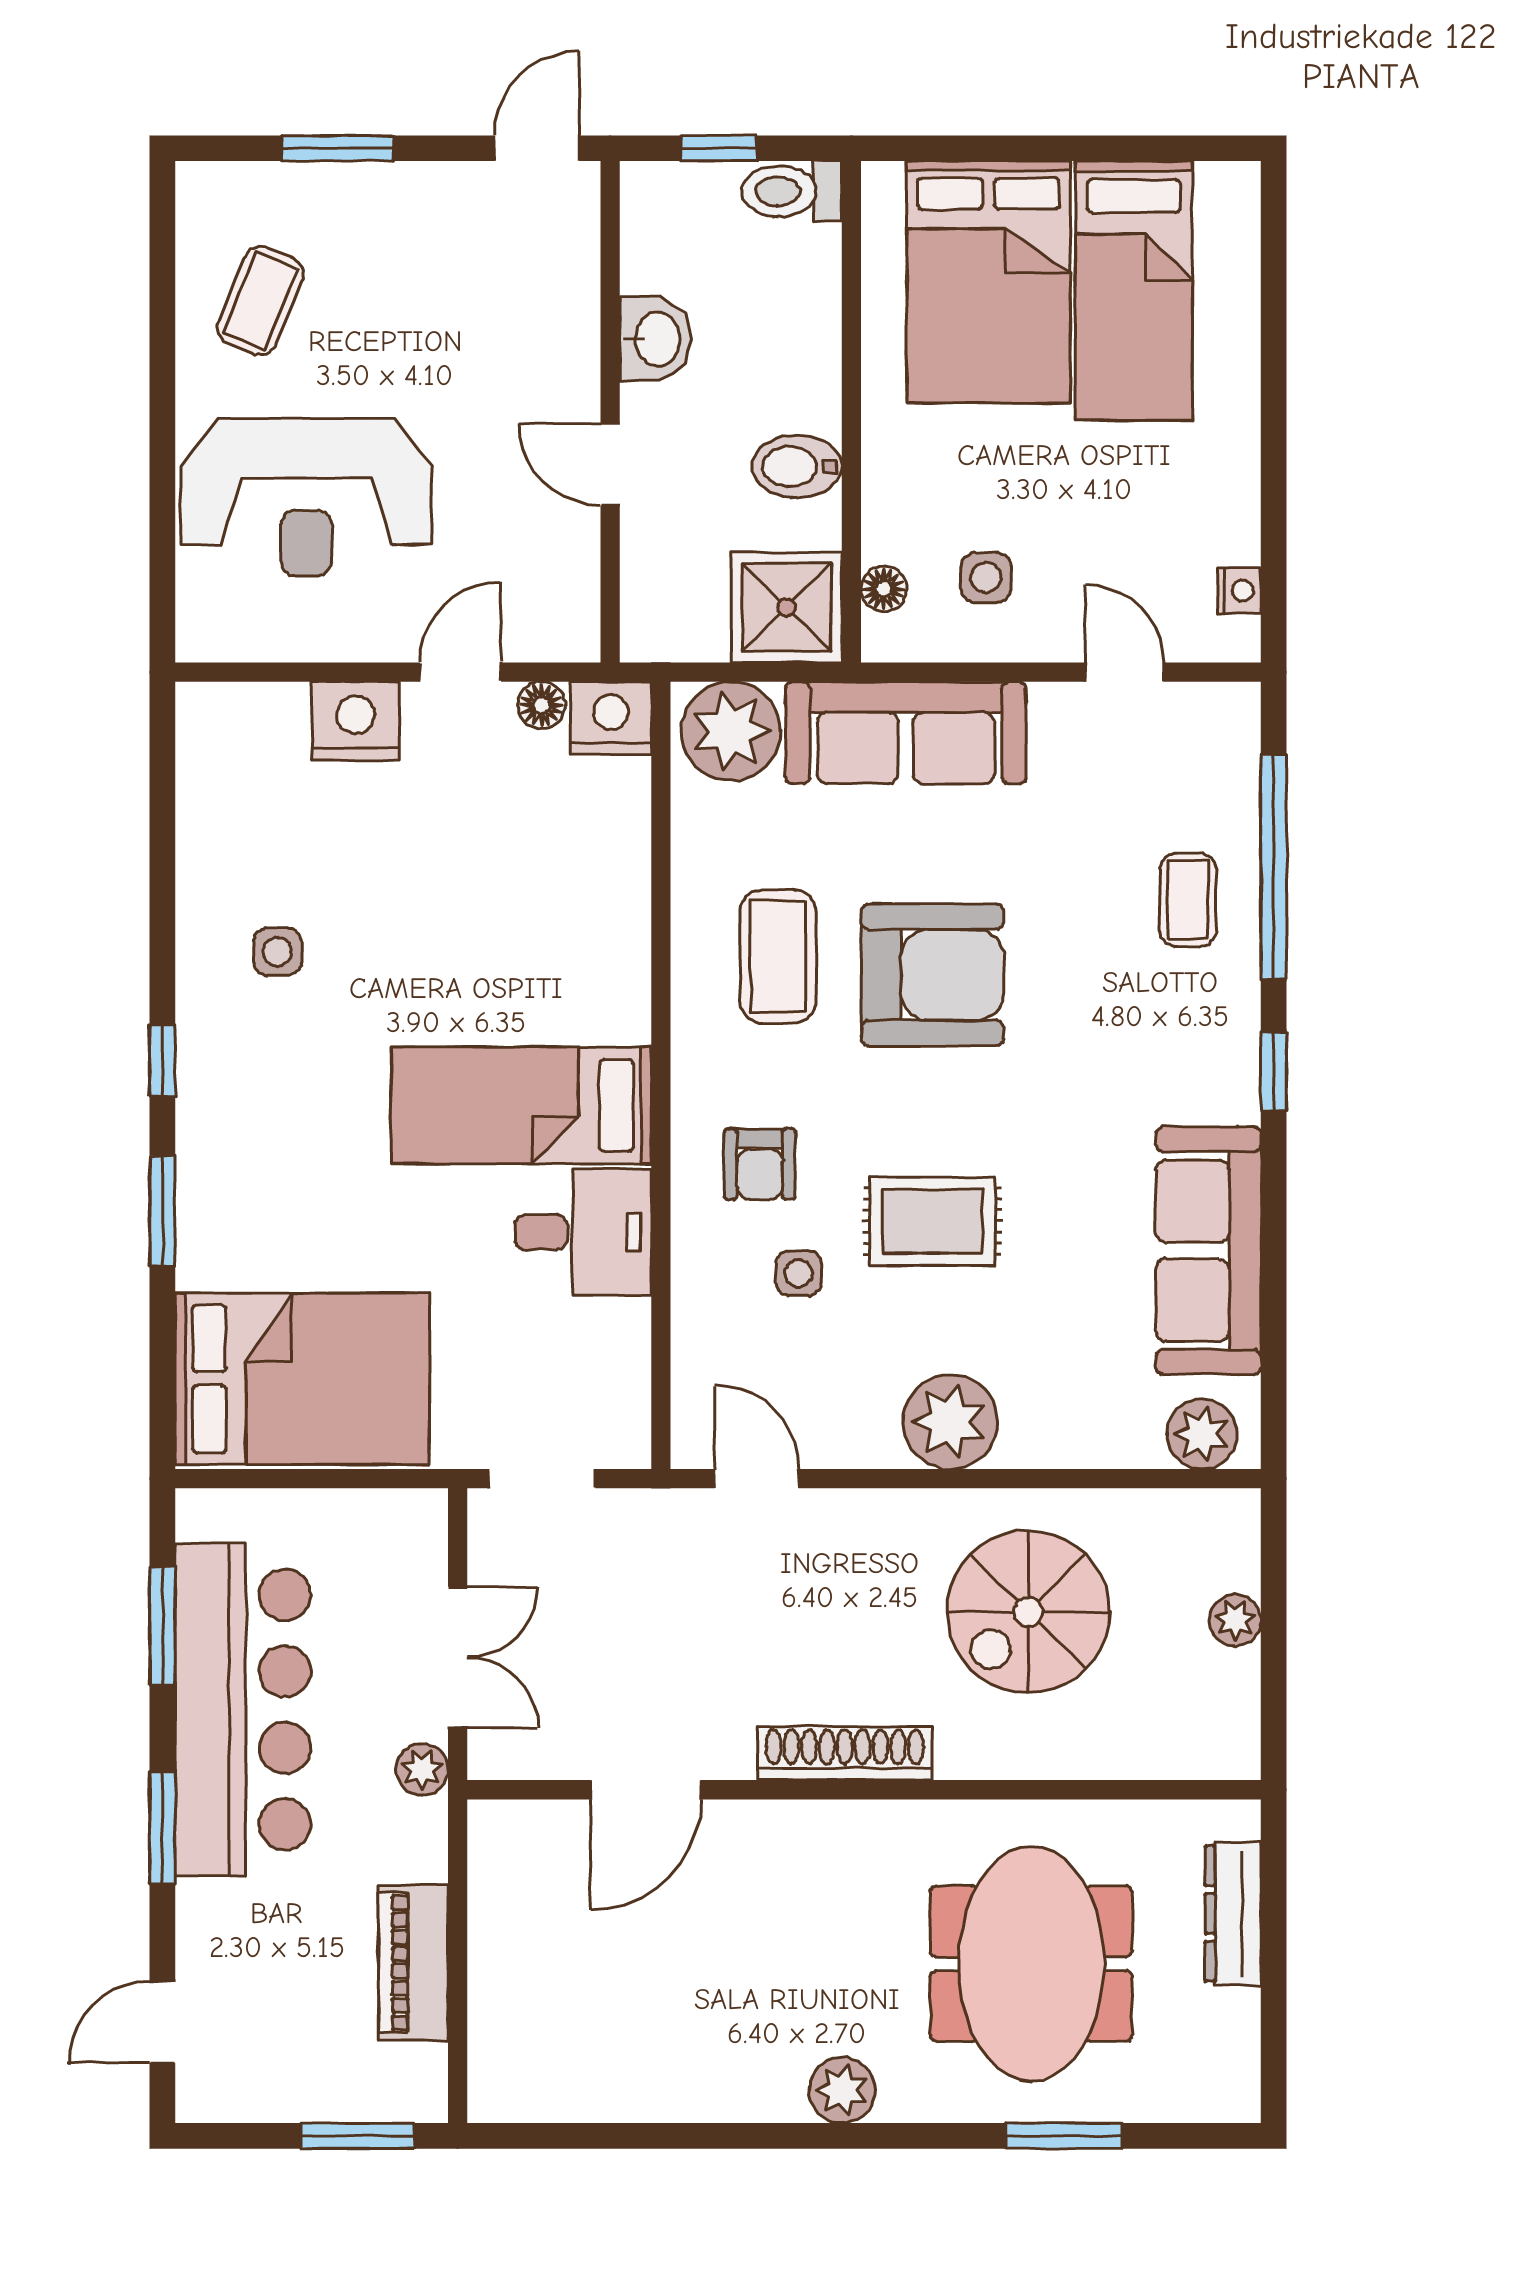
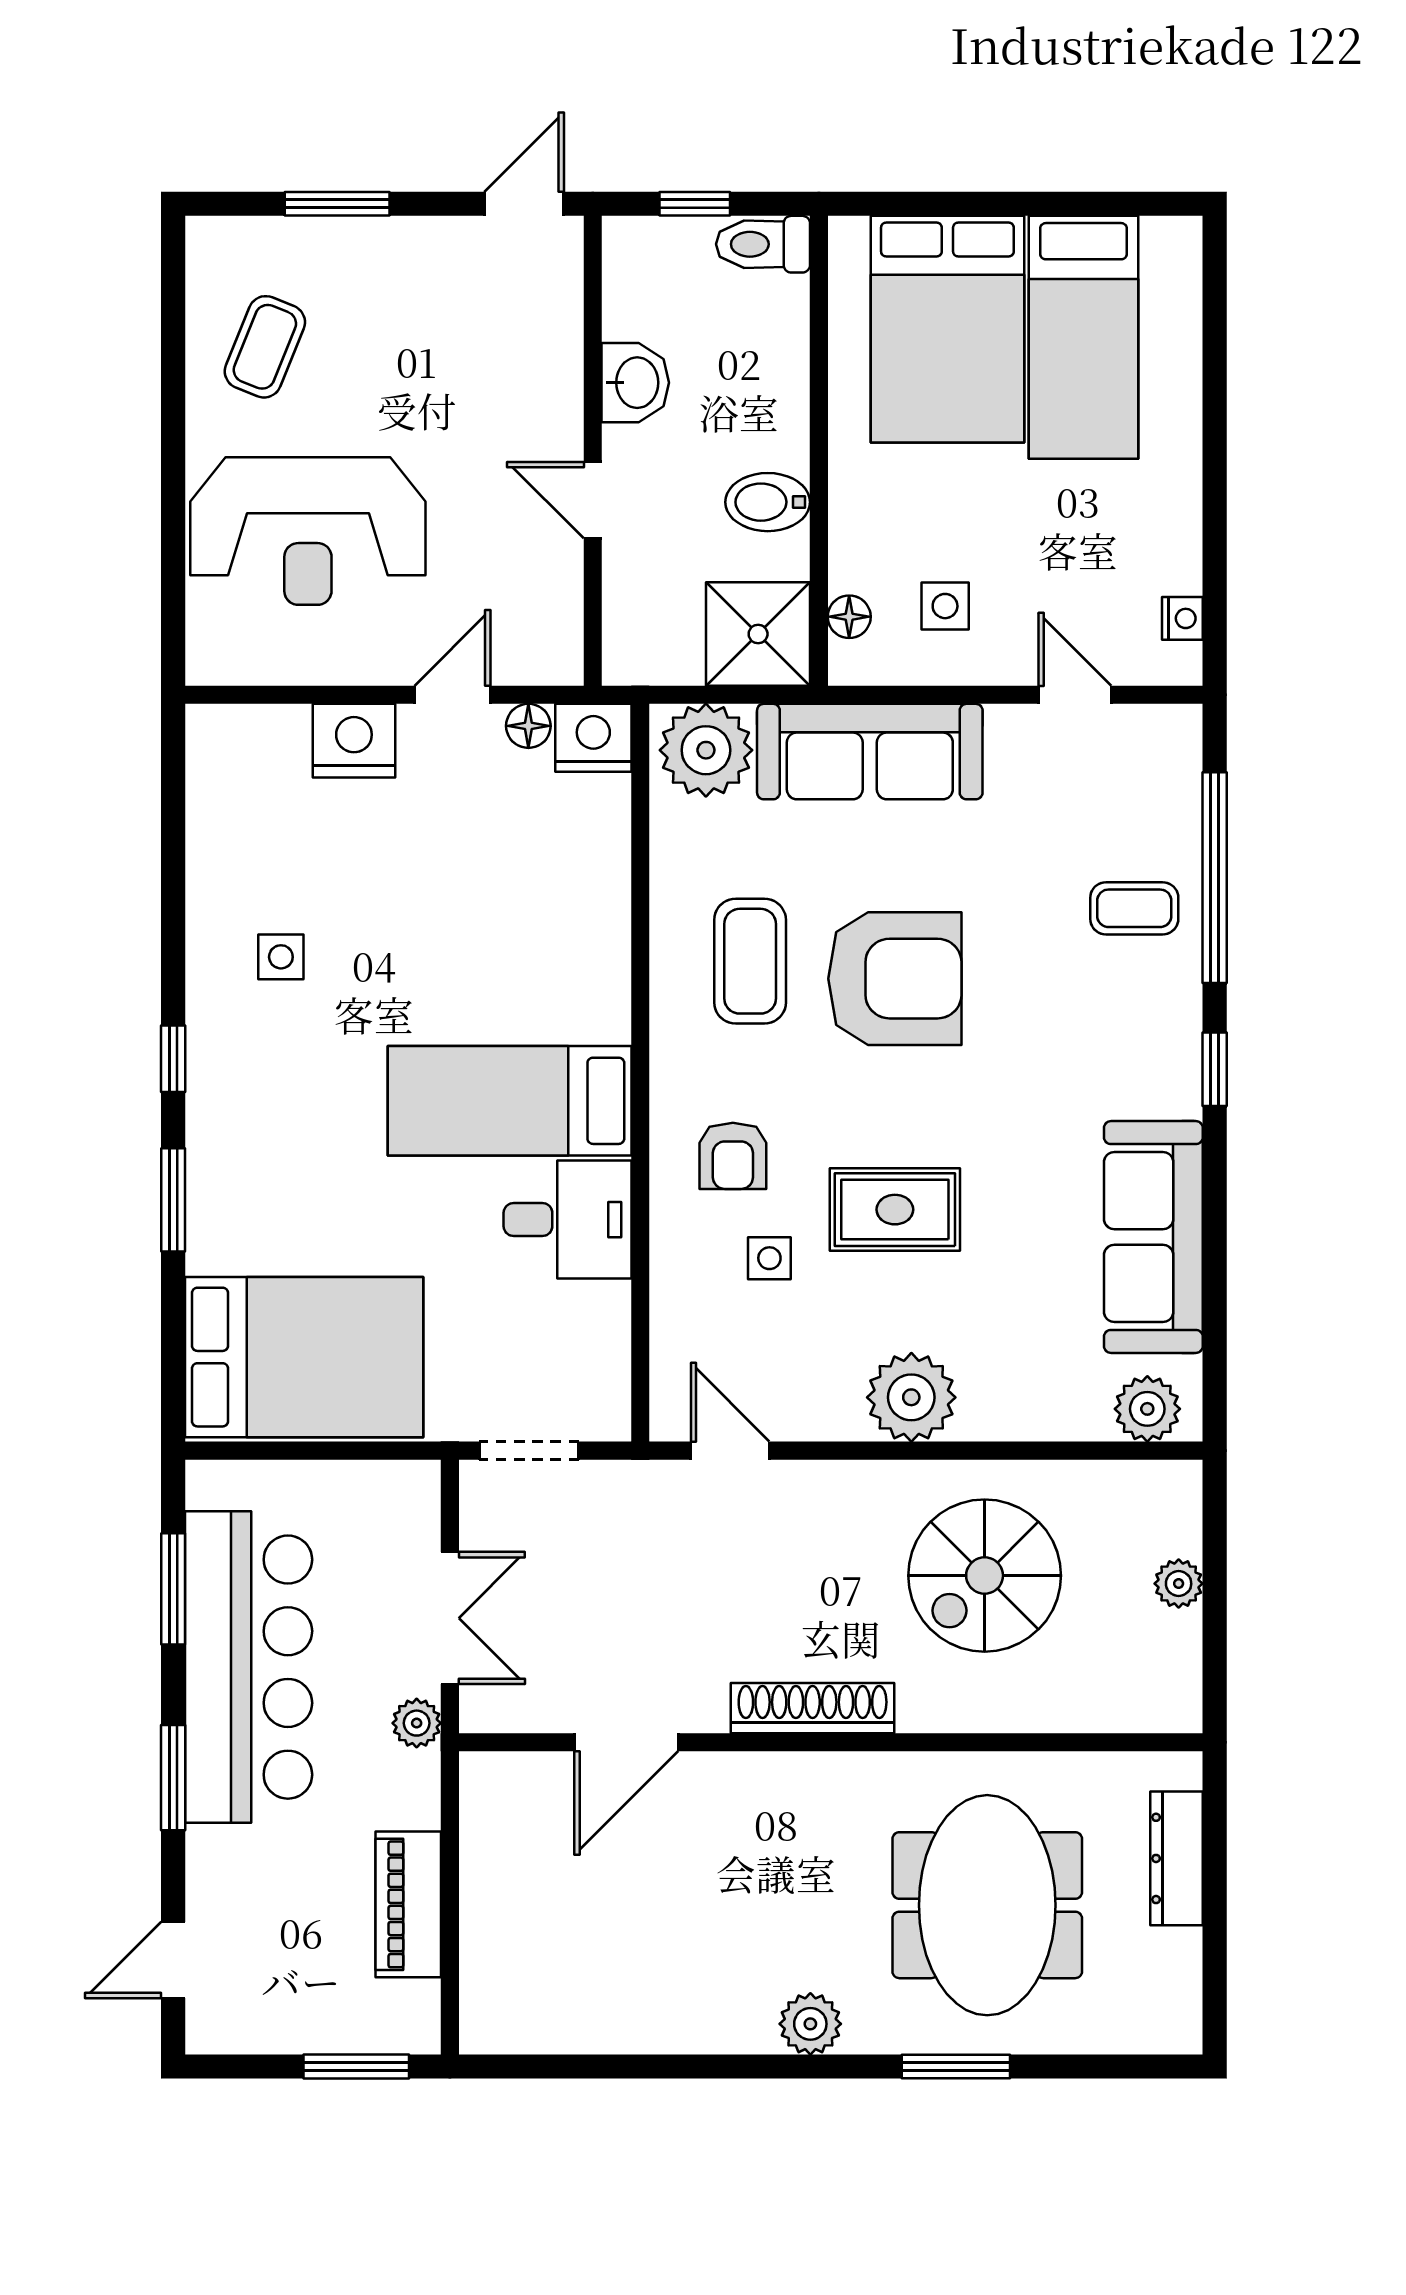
coffee table: (1188, 900) -> (1134, 908), turned 90
window: (1064, 2136) -> (956, 2067), moved

